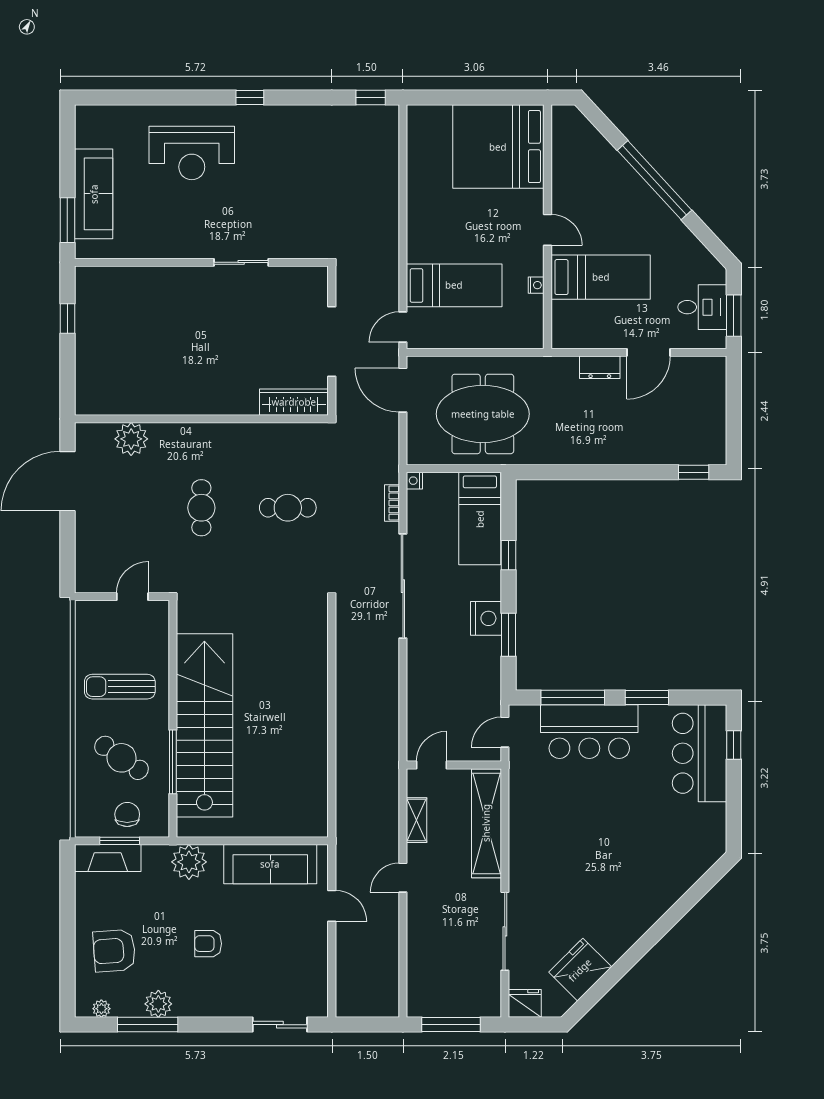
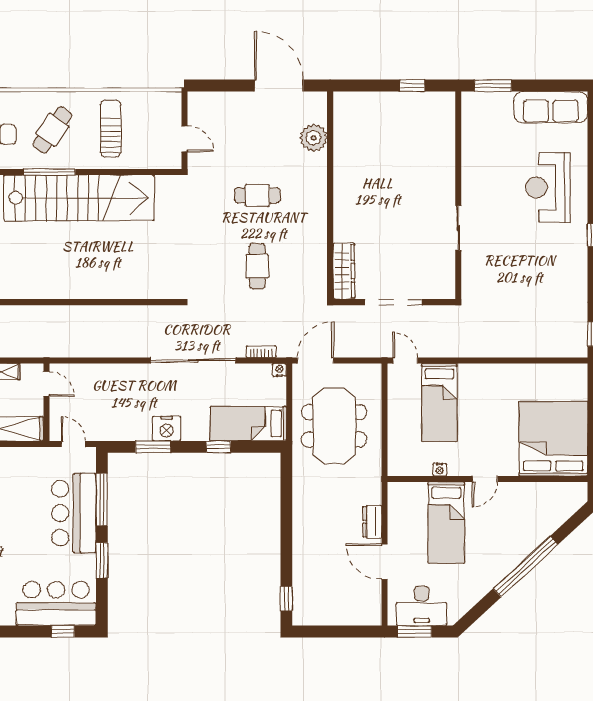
sofa: (94, 194) -> (551, 107), moved
desk: (702, 307) -> (422, 606), width x1.37
door: (403, 390) -> (316, 360), moved

